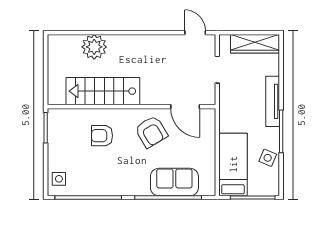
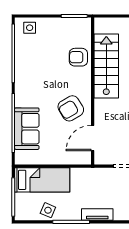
tv unit: (273, 101) -> (97, 214), width x0.71
armchair: (102, 136) -> (78, 57), moved, turned -90

